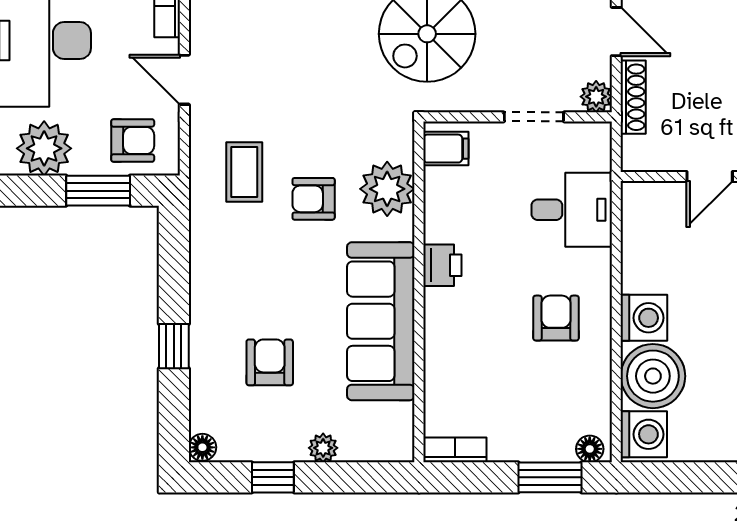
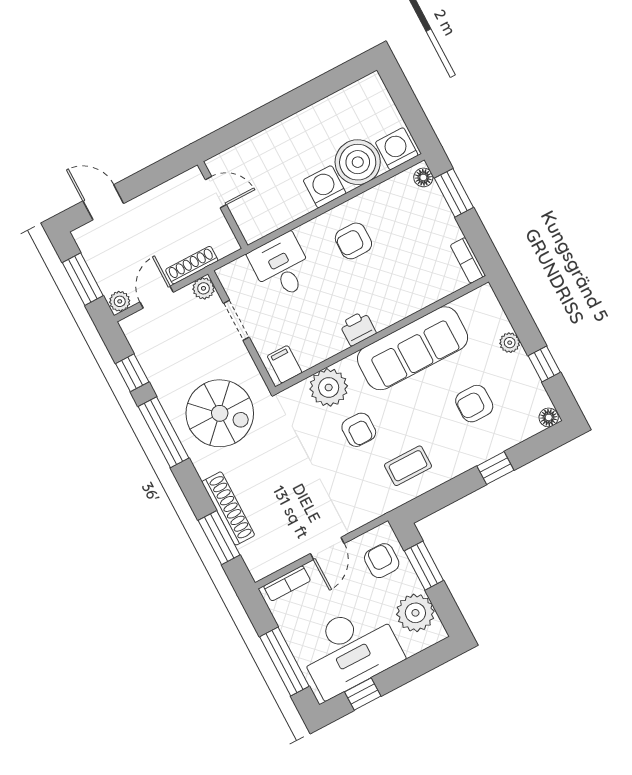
coffee table: (244, 172) -> (408, 466), moved

